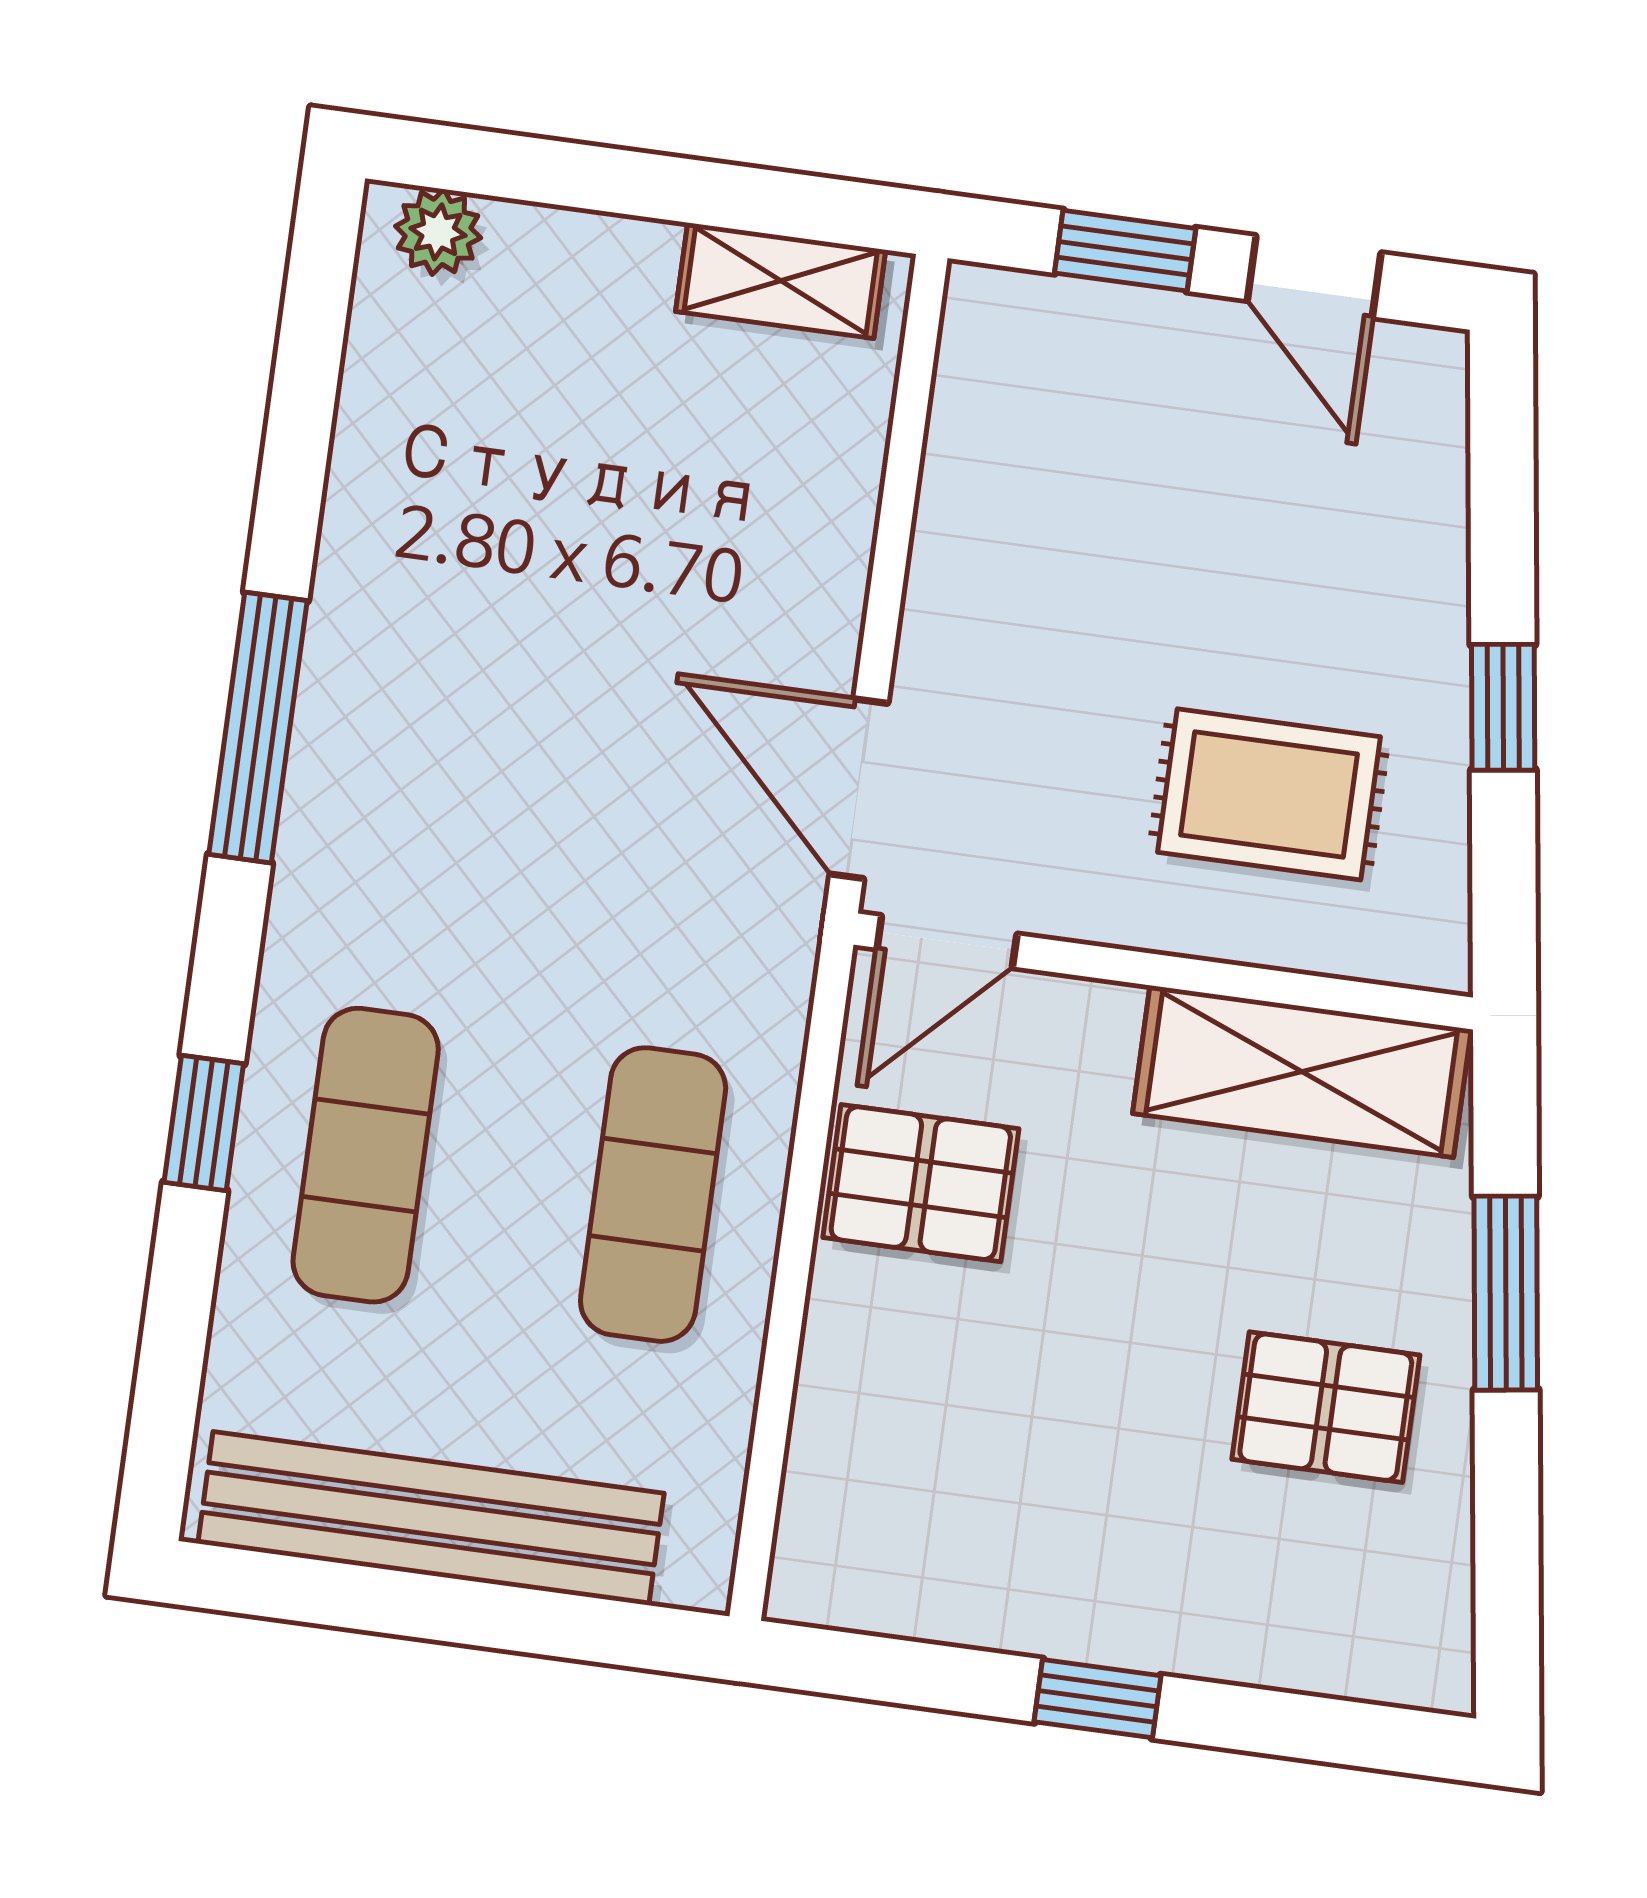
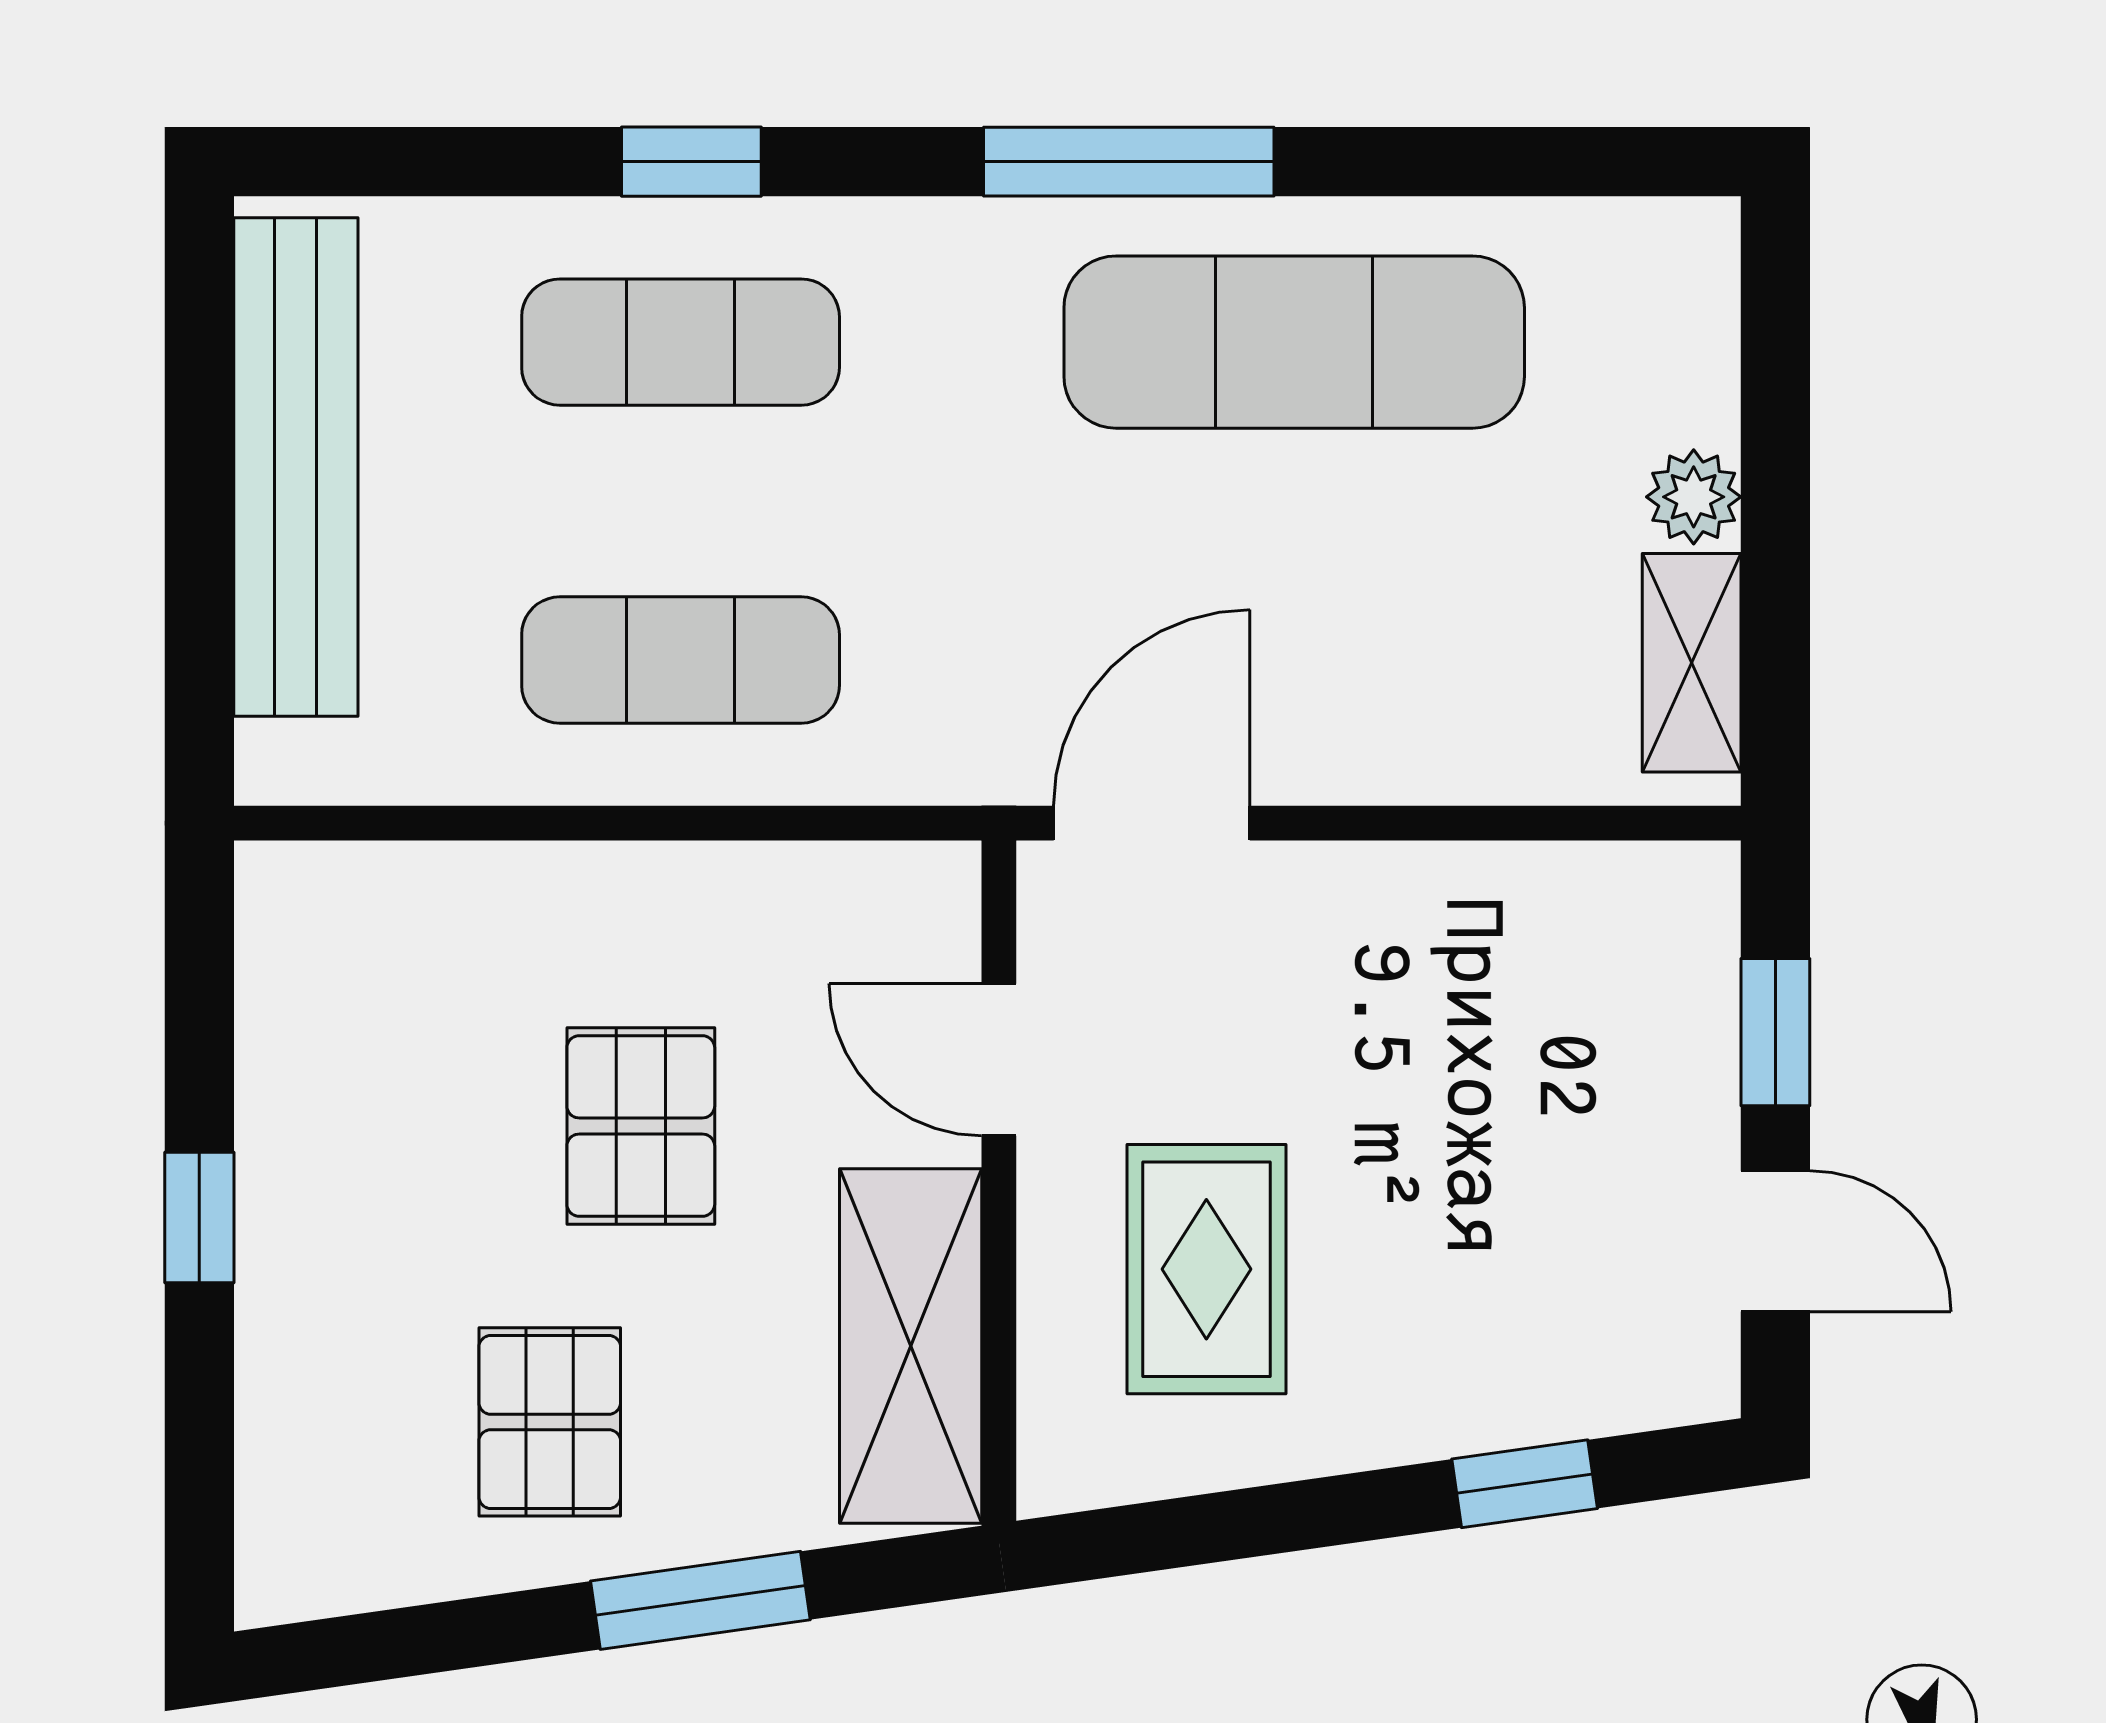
plant: (438, 232) -> (1694, 497), moved
door: (1314, 277) -> (1775, 1241), swing flipped
exercise mat: (442, 600) -> (1294, 342), added
window: (1503, 707) -> (1525, 1484), moved
door: (947, 942) -> (999, 1060), moved
pallet: (921, 1183) -> (641, 1126), moved

